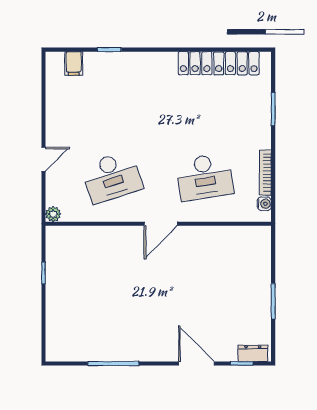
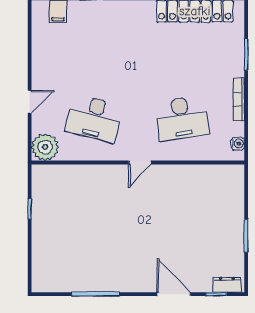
bookcase: (265, 173) -> (239, 99), moved
desk: (112, 177) -> (94, 118), turned 33
plant: (53, 214) -> (45, 147), width x1.88, depth x1.88
door: (161, 224) -> (140, 162), width x0.73

